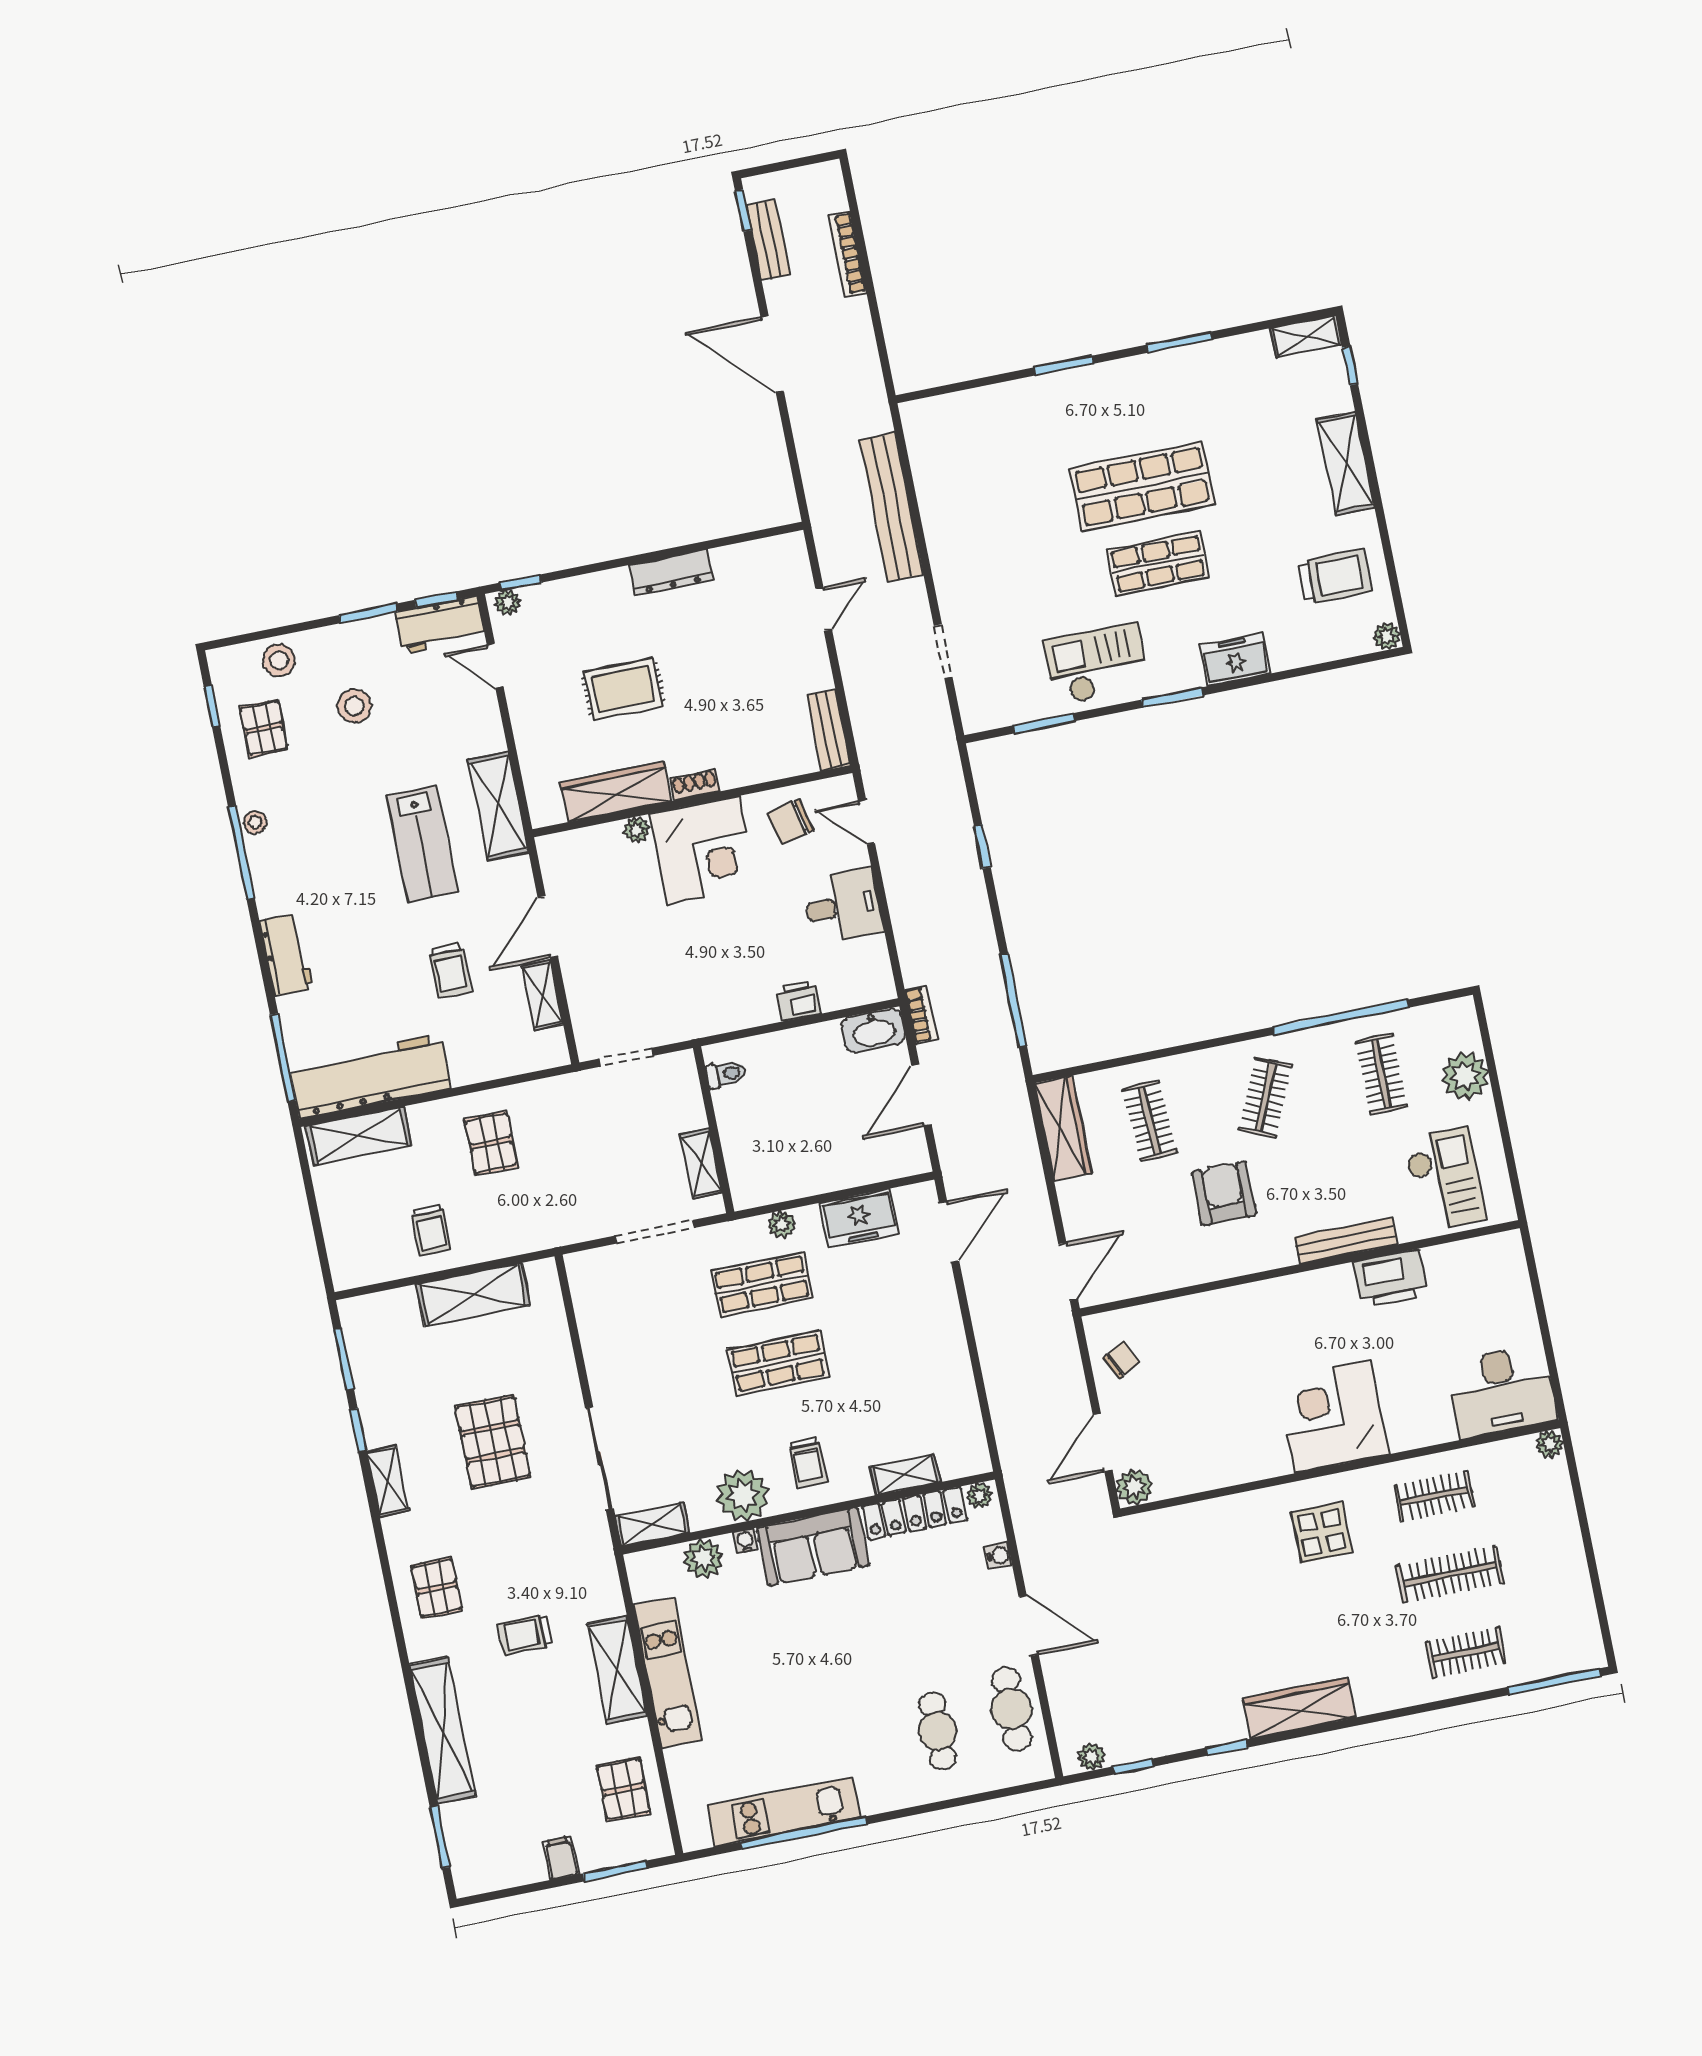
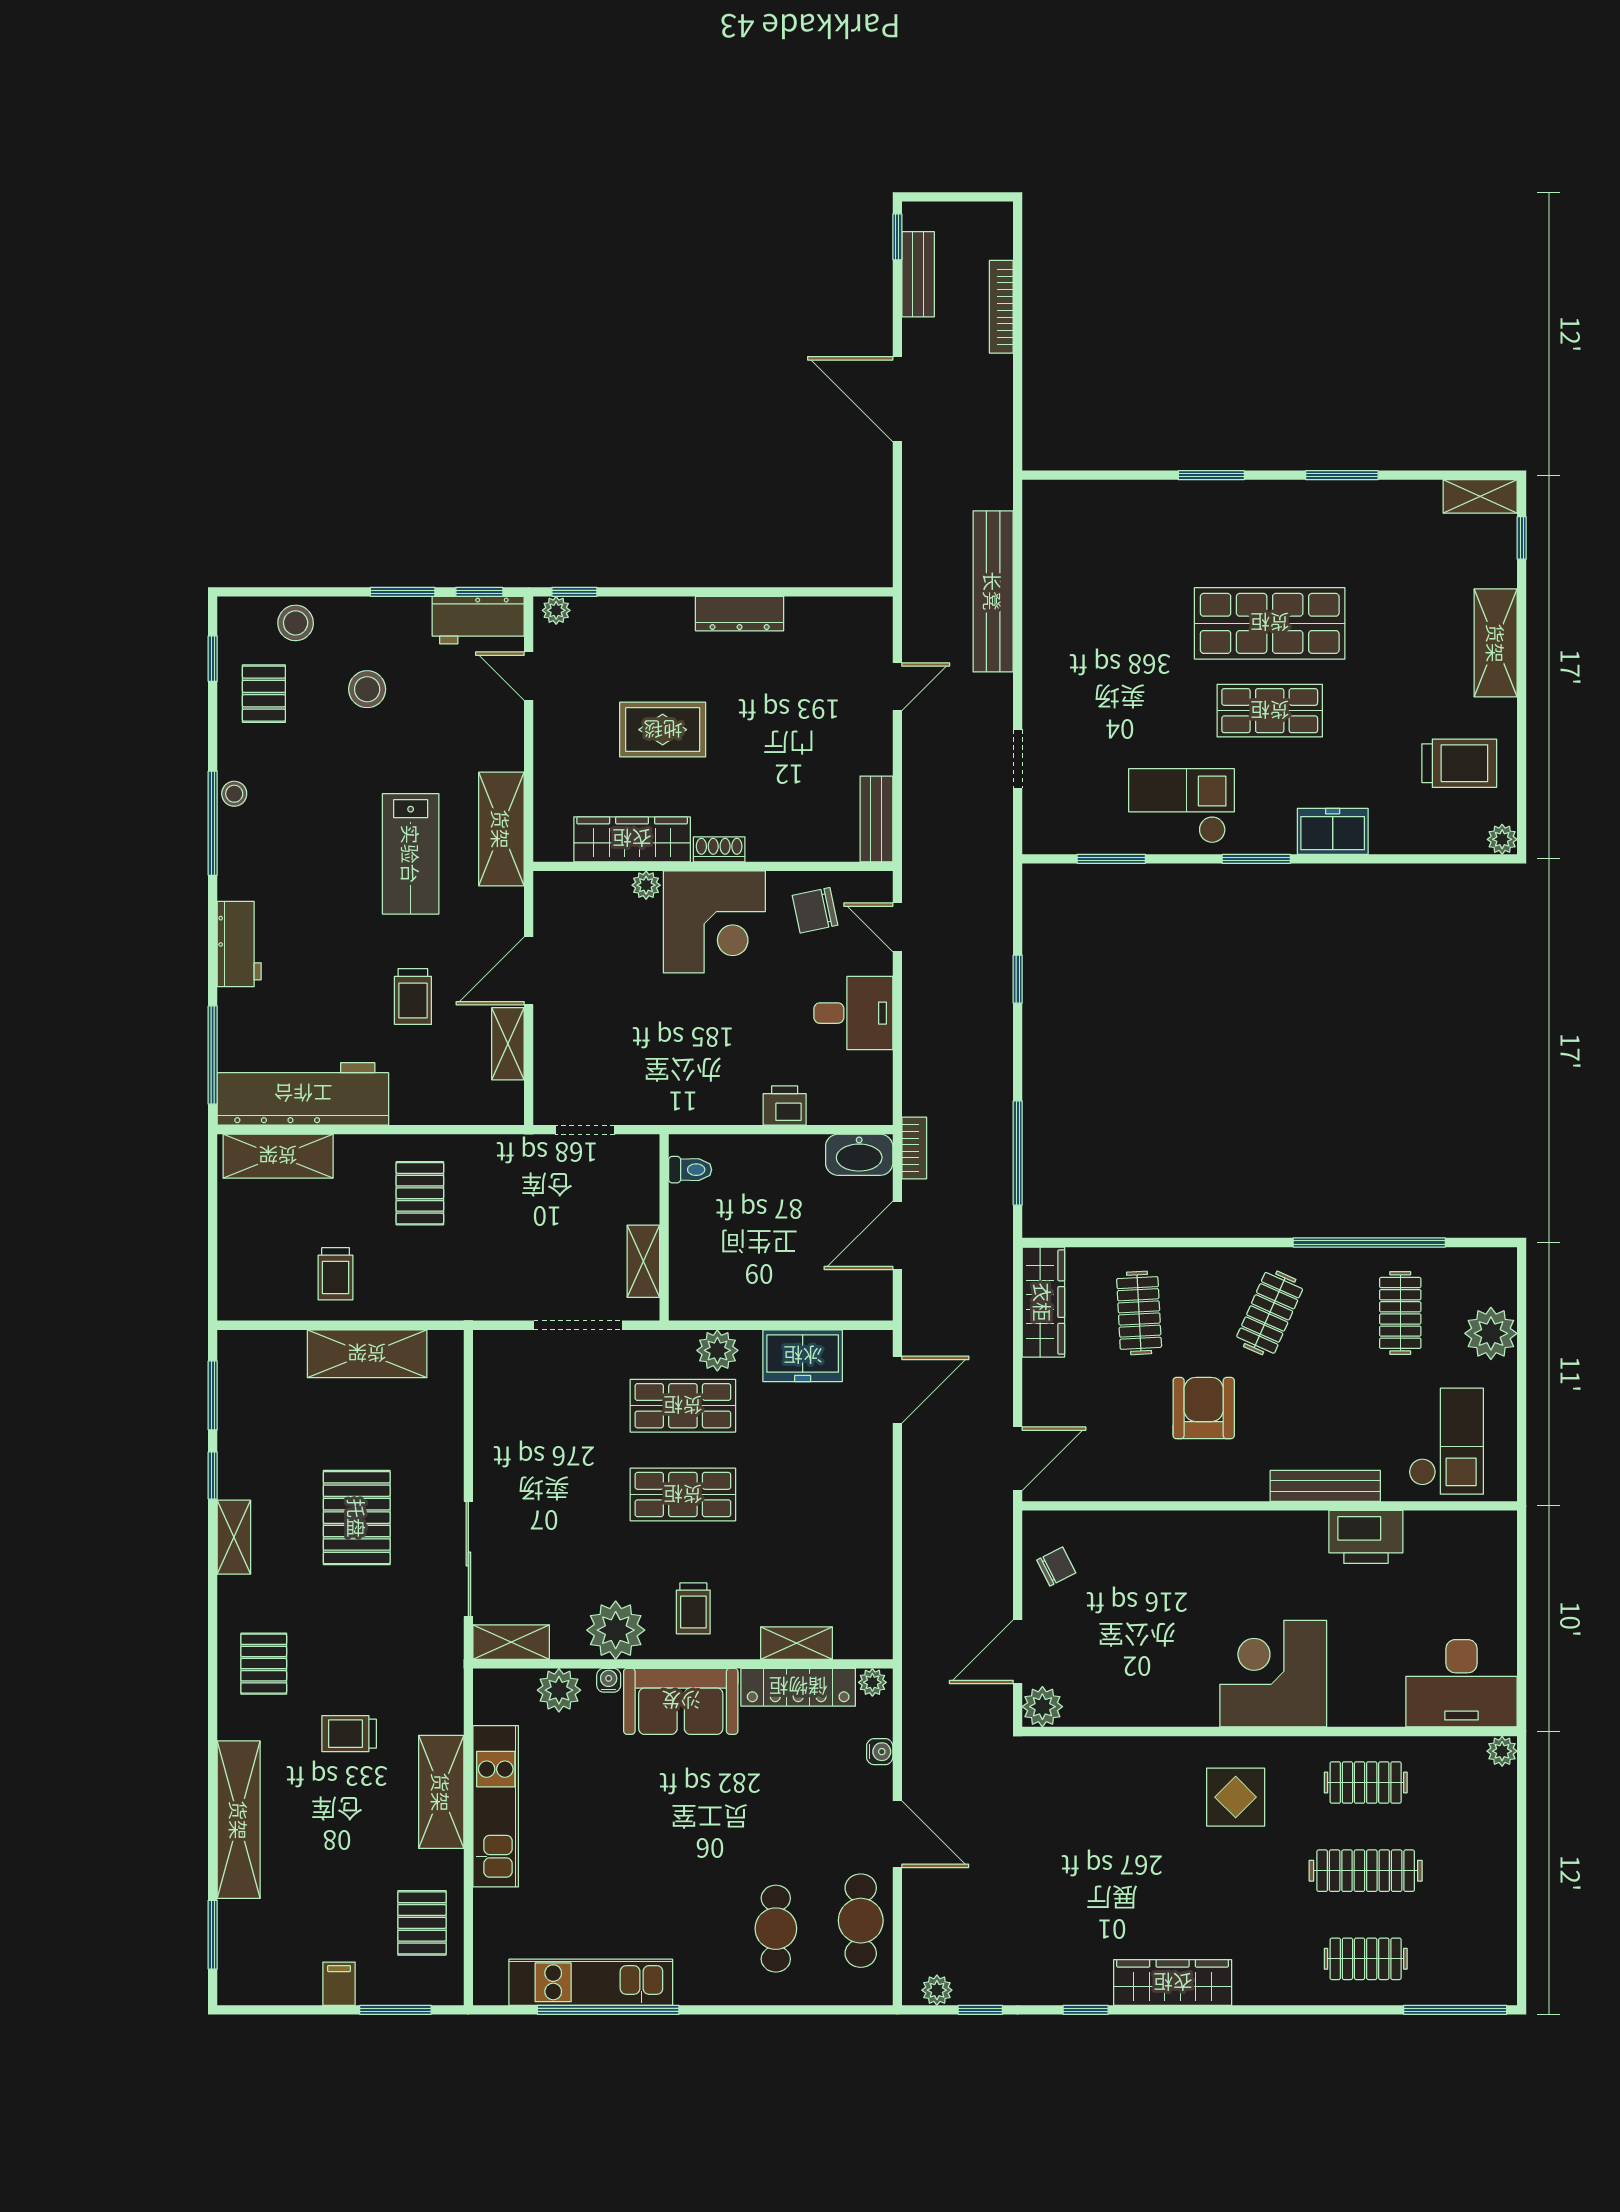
plant: (782, 1224) -> (717, 1350), width x1.38, depth x1.38

